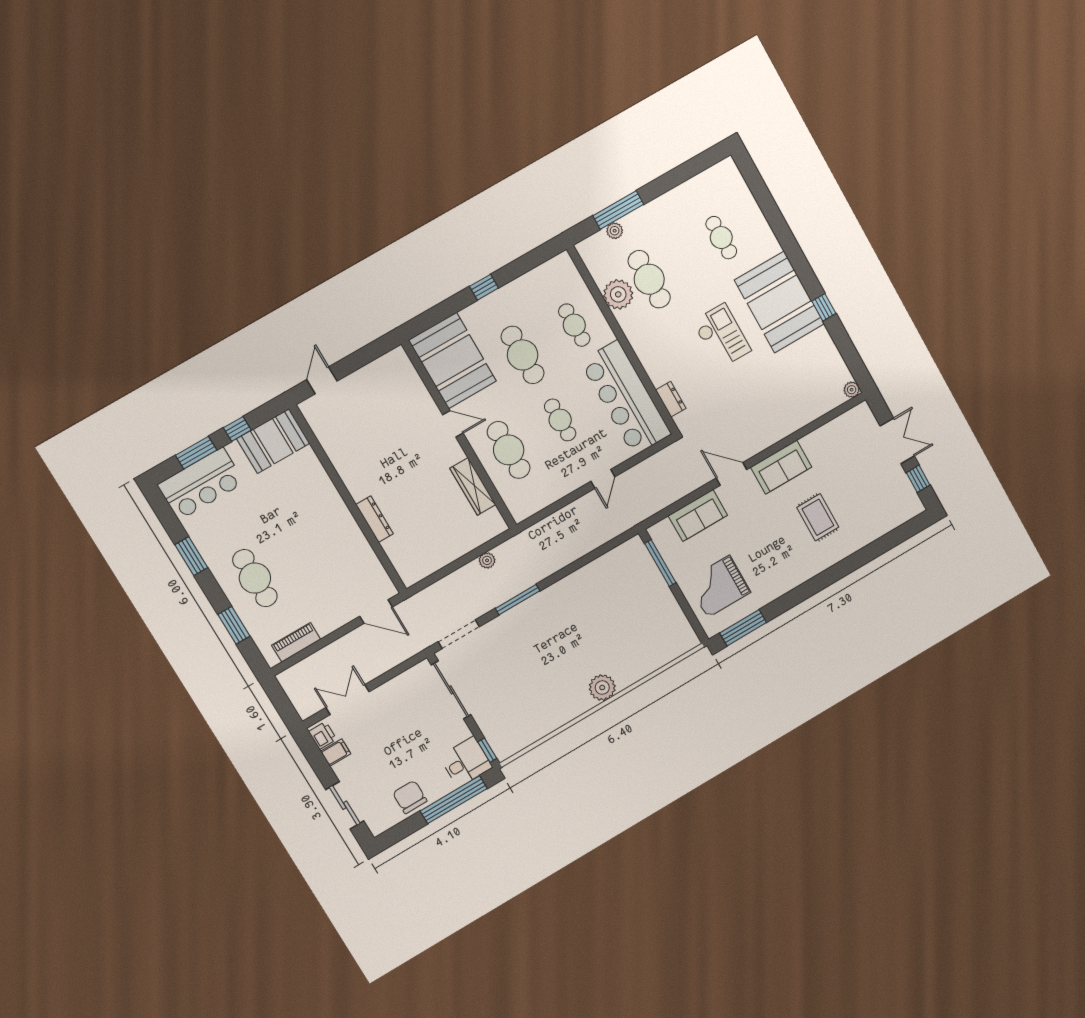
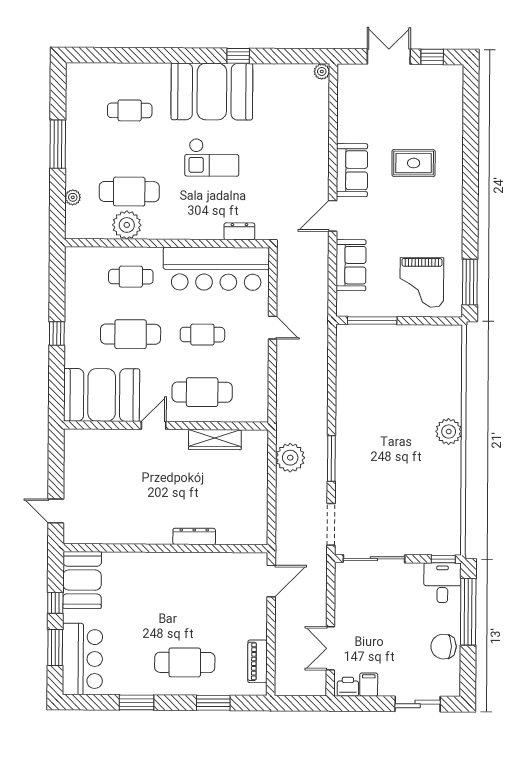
window: (618, 210) -> (58, 144), moved
checkout: (722, 336) -> (212, 157), turned 180
plant: (487, 560) -> (290, 458), width x1.88, depth x1.88

